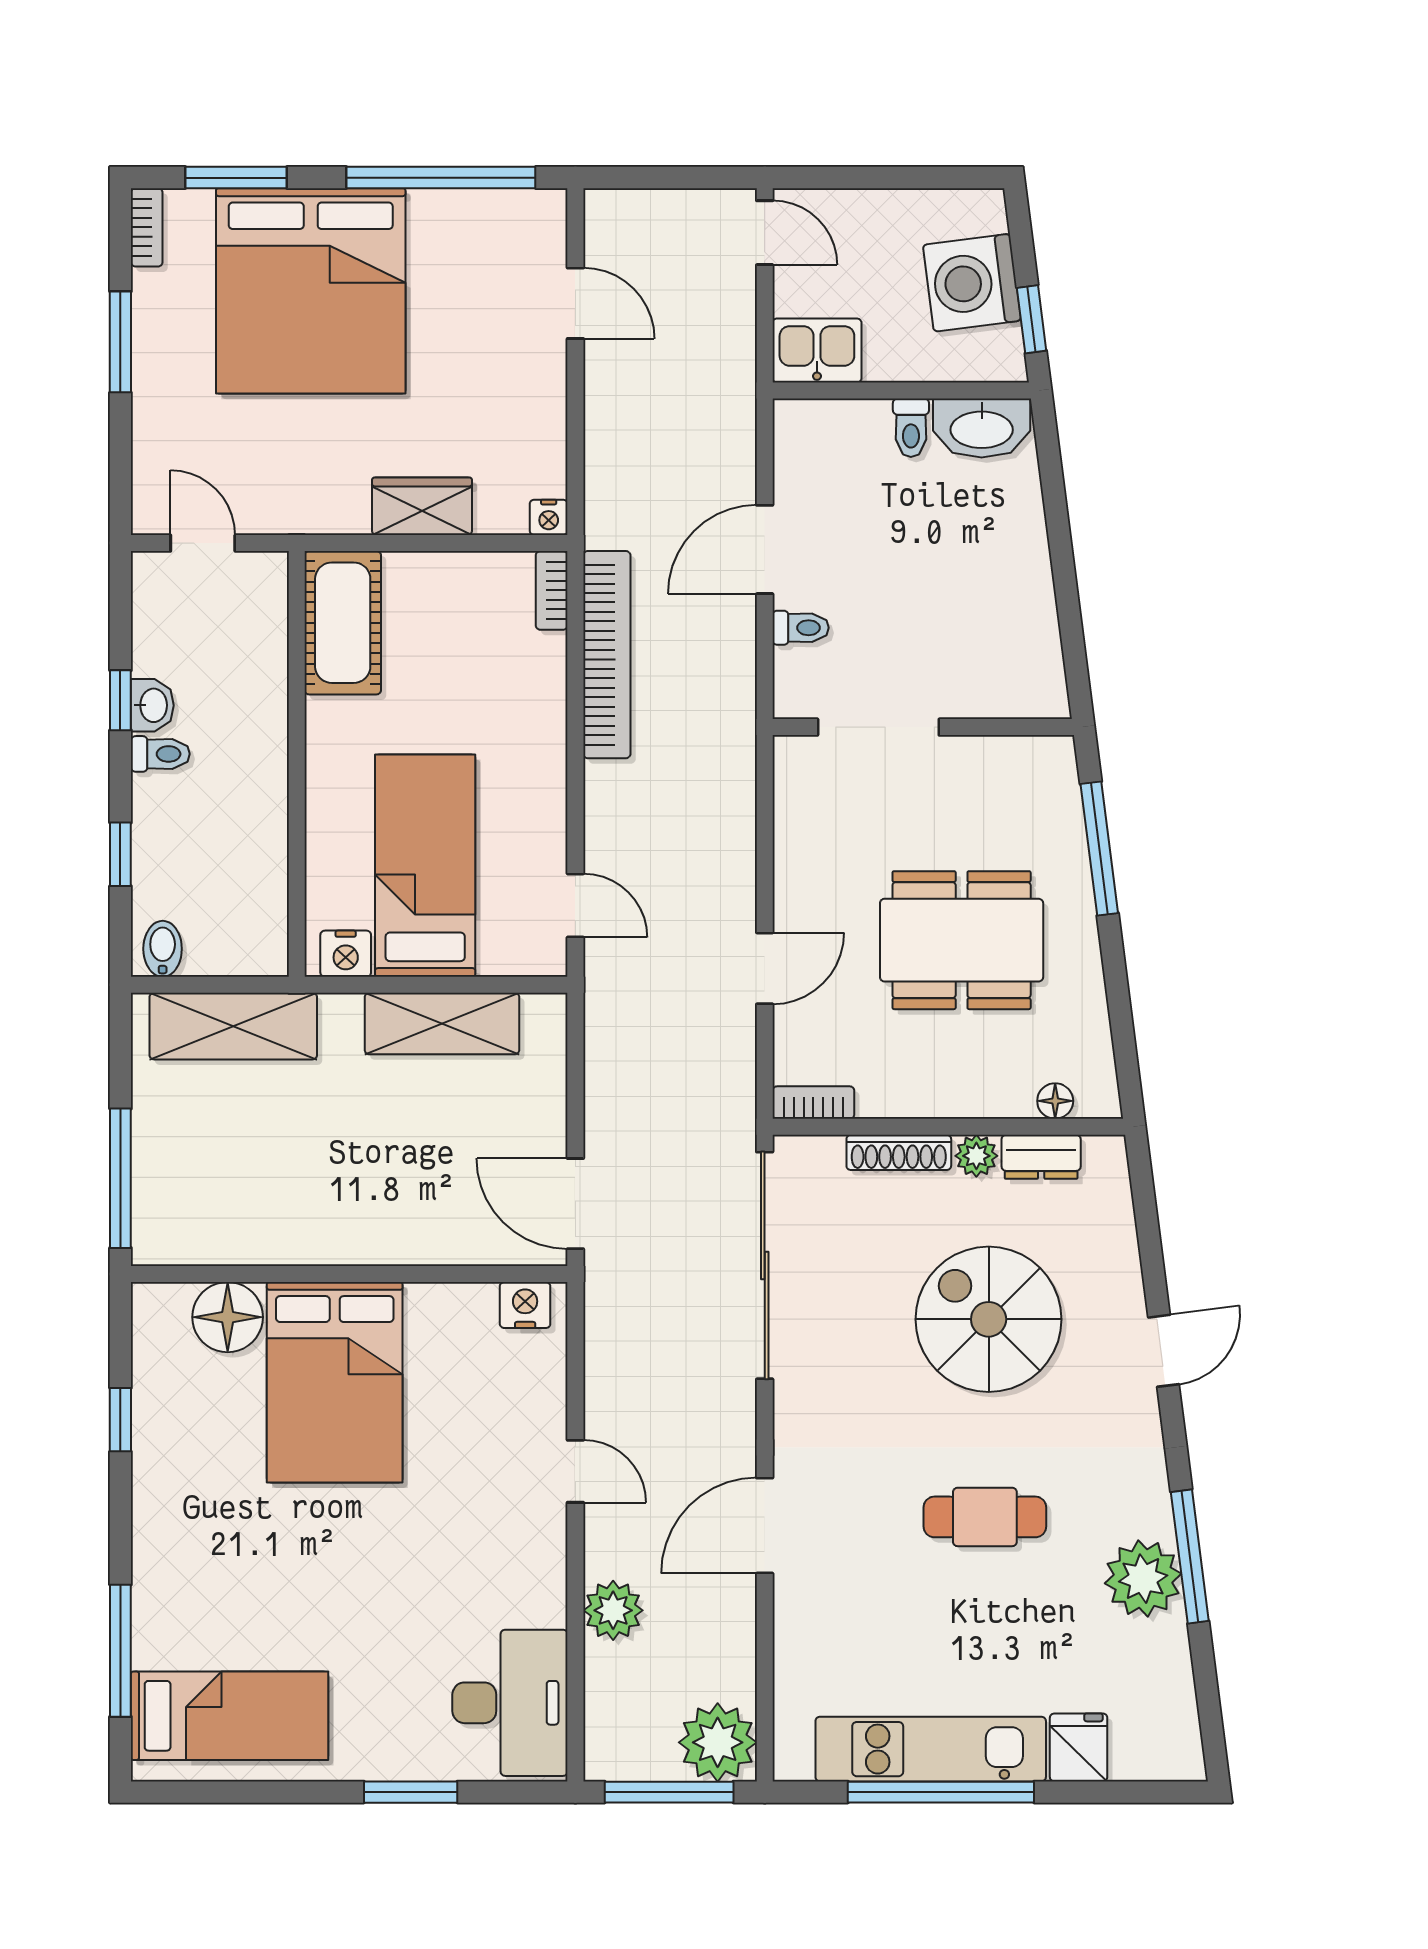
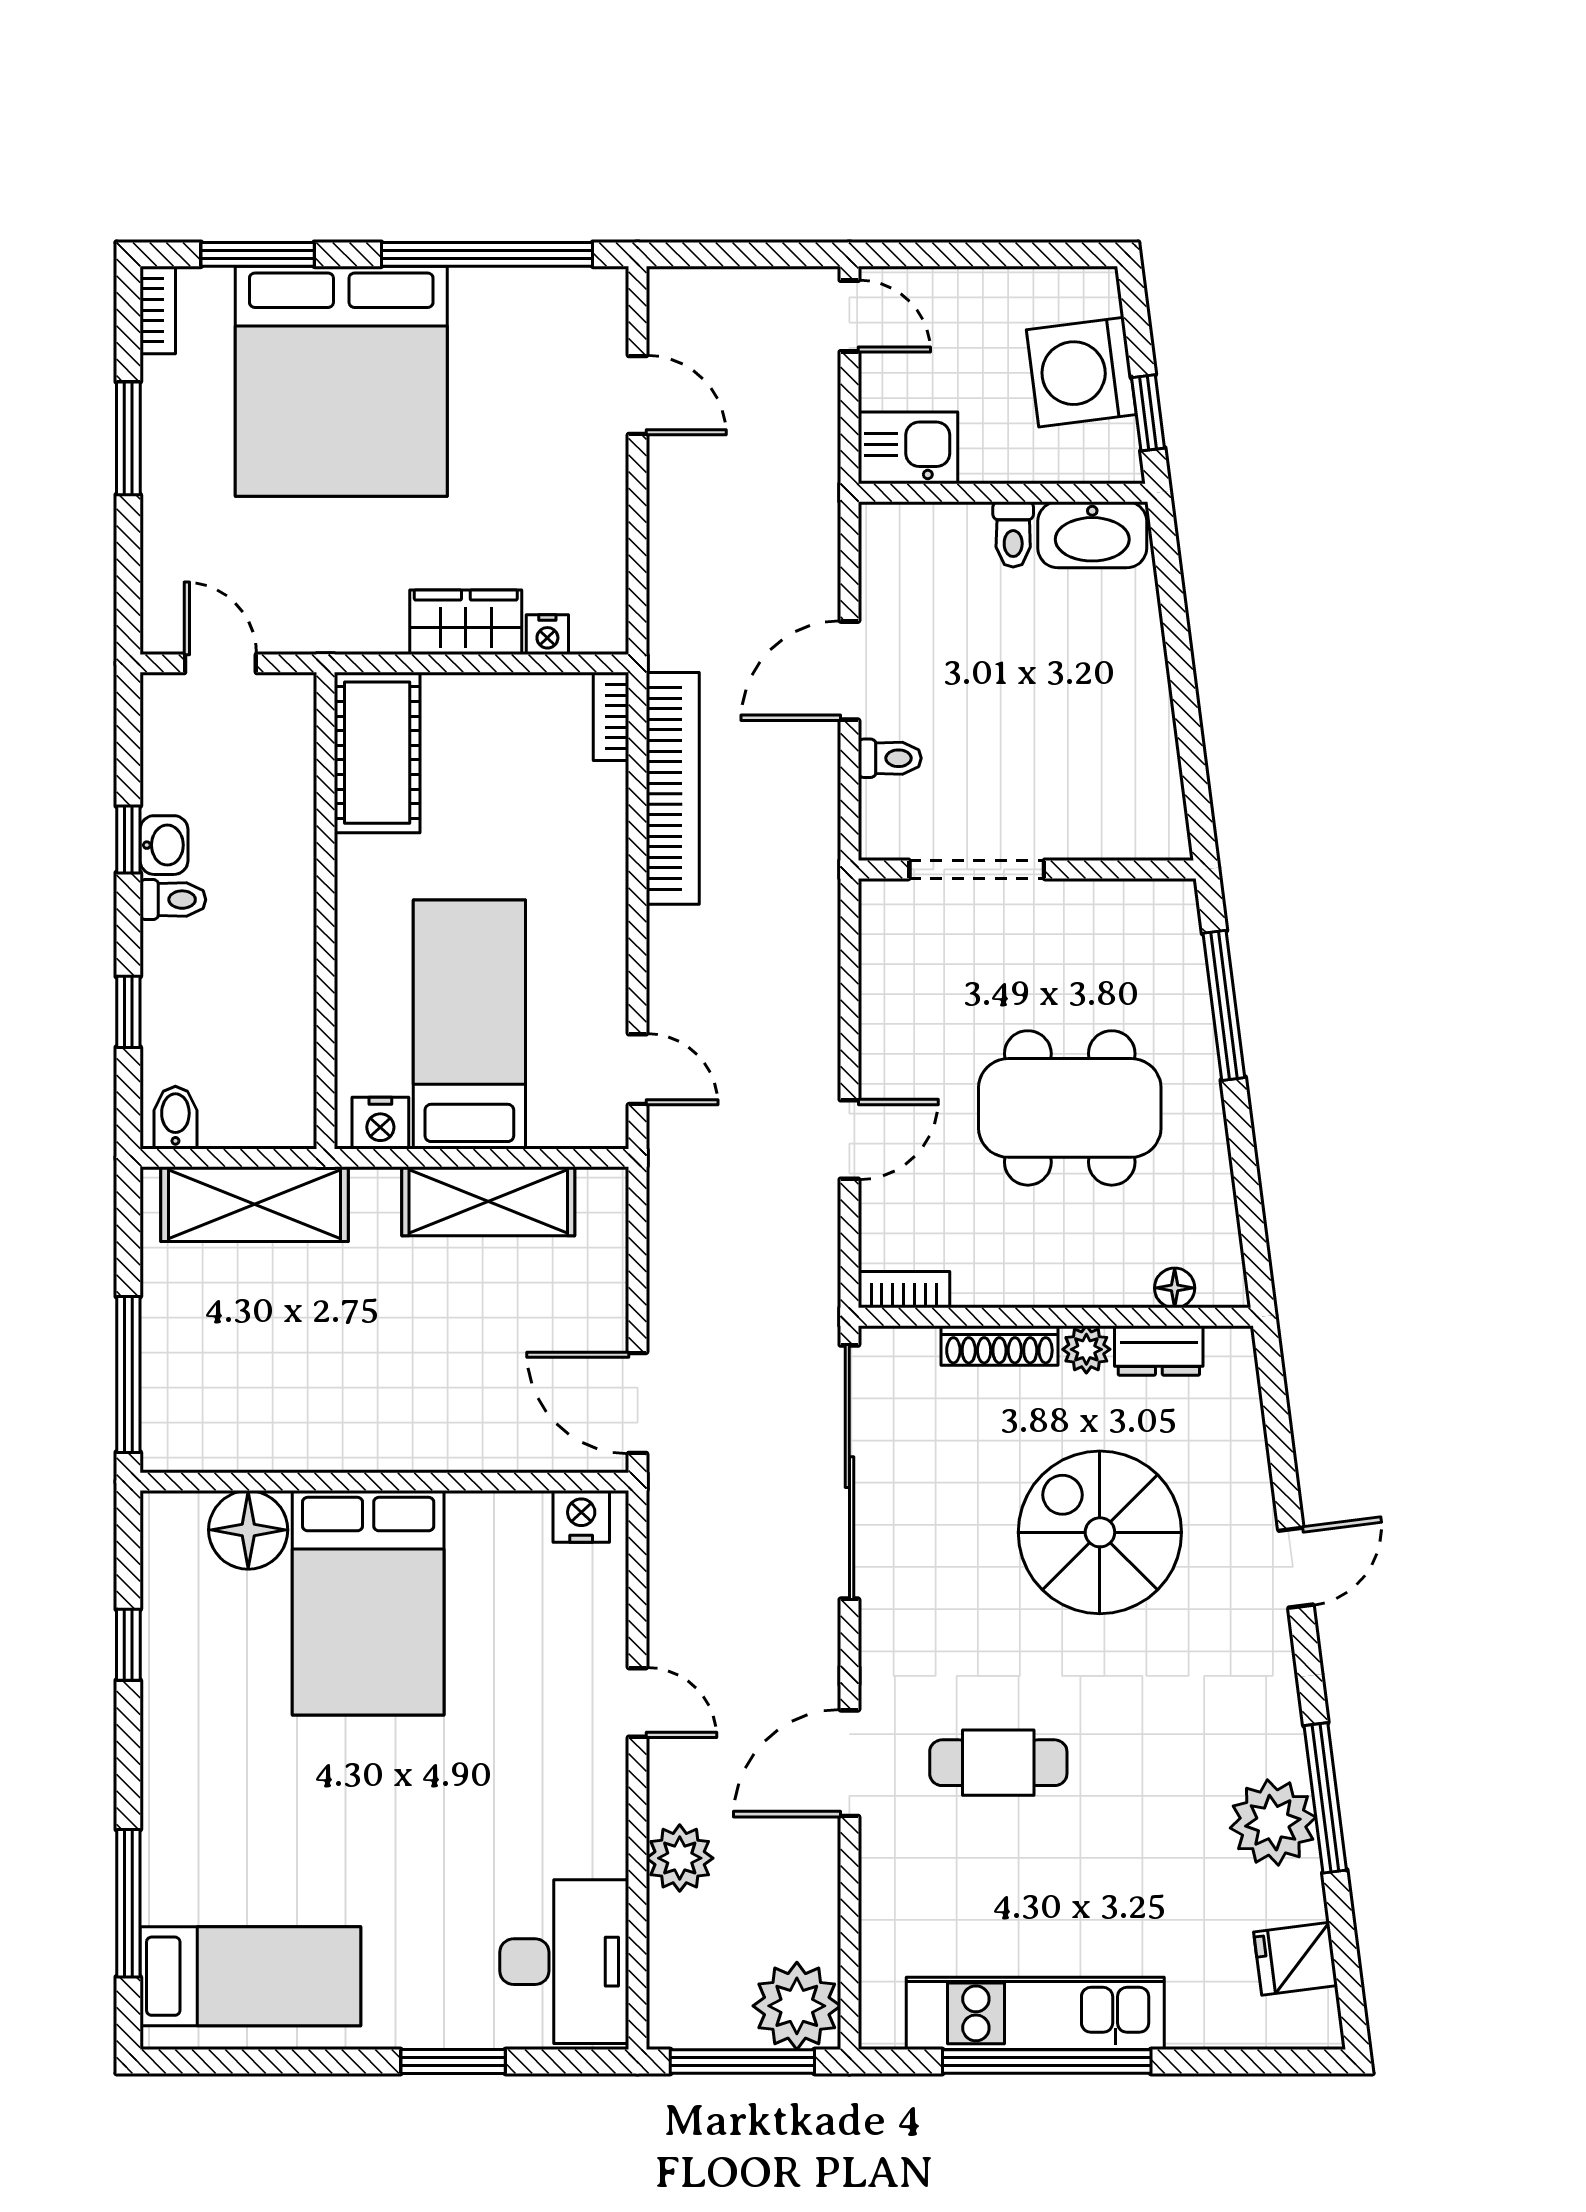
nightstand: (549, 517) -> (547, 635), moved
cafe table: (985, 1517) -> (998, 1763), moved
fridge: (1079, 1747) -> (1296, 1959), moved, turned -97

